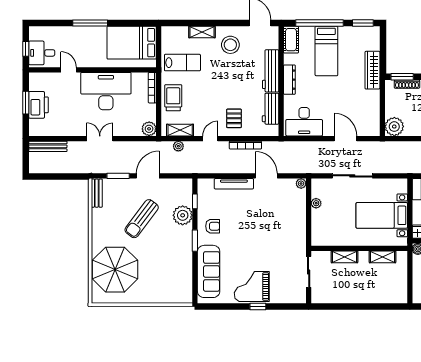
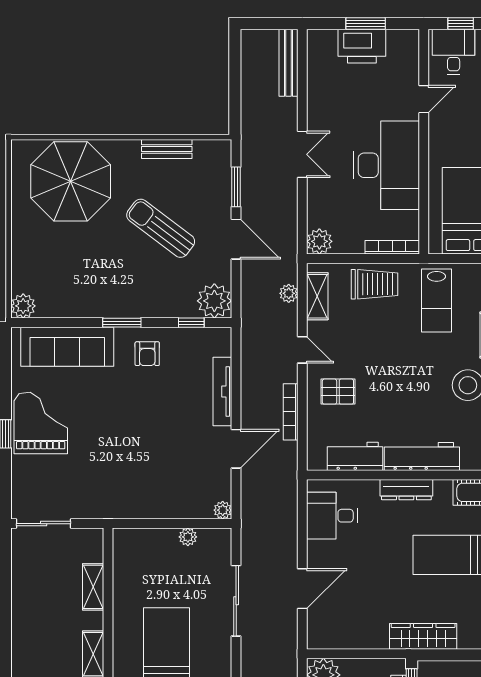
desk: (304, 122) -> (332, 516), width x0.73
bench: (97, 193) -> (167, 149), moved
plant: (183, 215) -> (214, 301), moved
sliding door: (309, 272) -> (44, 524), moved
plant: (186, 296) -> (23, 306), added

